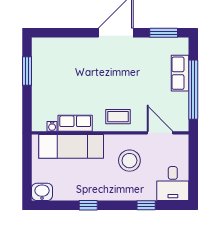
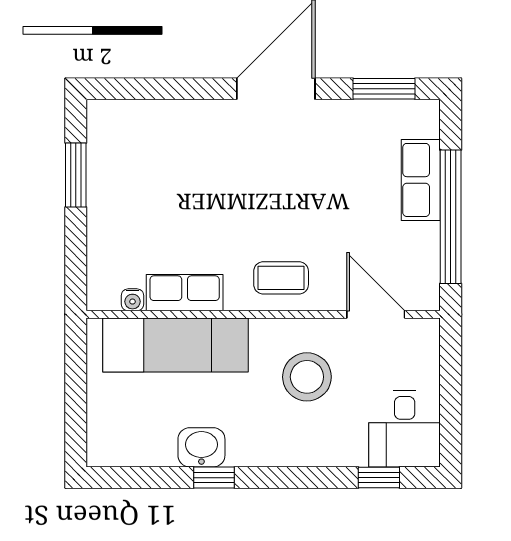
washbasin: (42, 192) -> (201, 447), moved
window: (146, 205) -> (379, 478), moved

